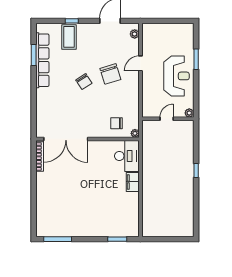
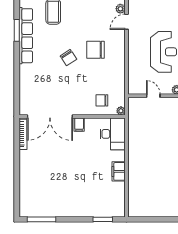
door: (140, 63) -> (127, 22), moved
chair: (110, 74) -> (96, 50), turned 107
door: (167, 119) -> (153, 96), hinge flipped
filing cabinet: (94, 147) -> (79, 125), added
filing cabinet: (133, 182) -> (119, 171), moved

